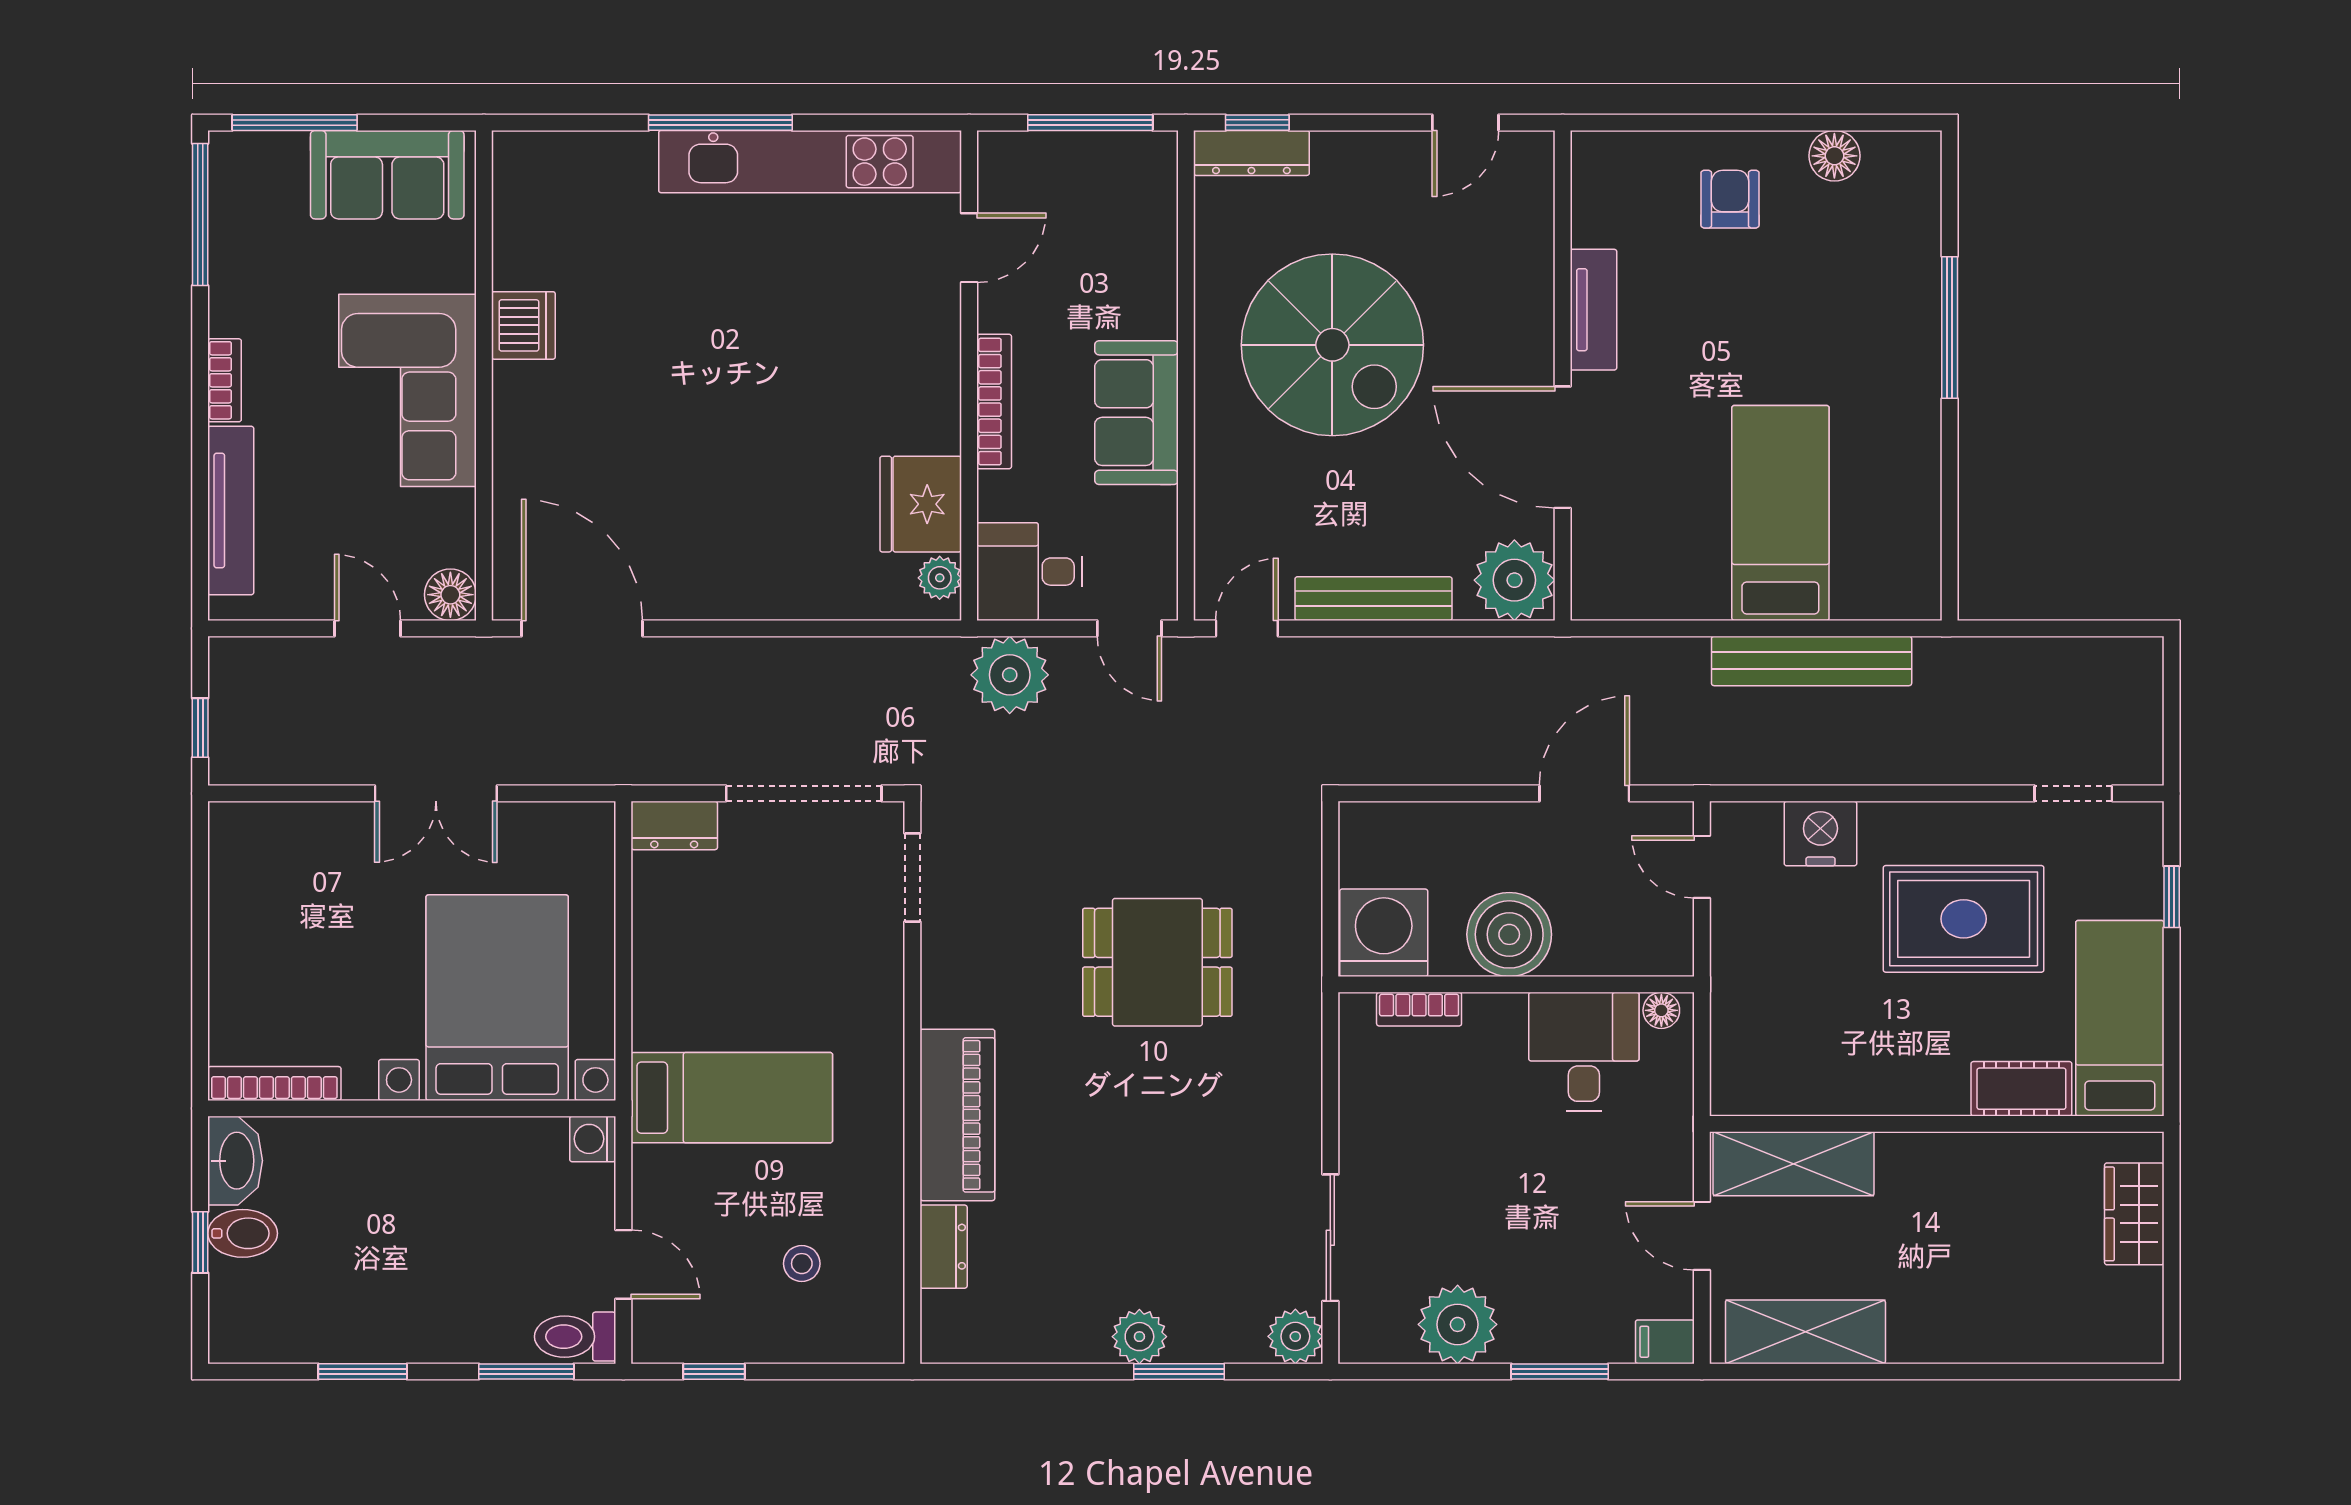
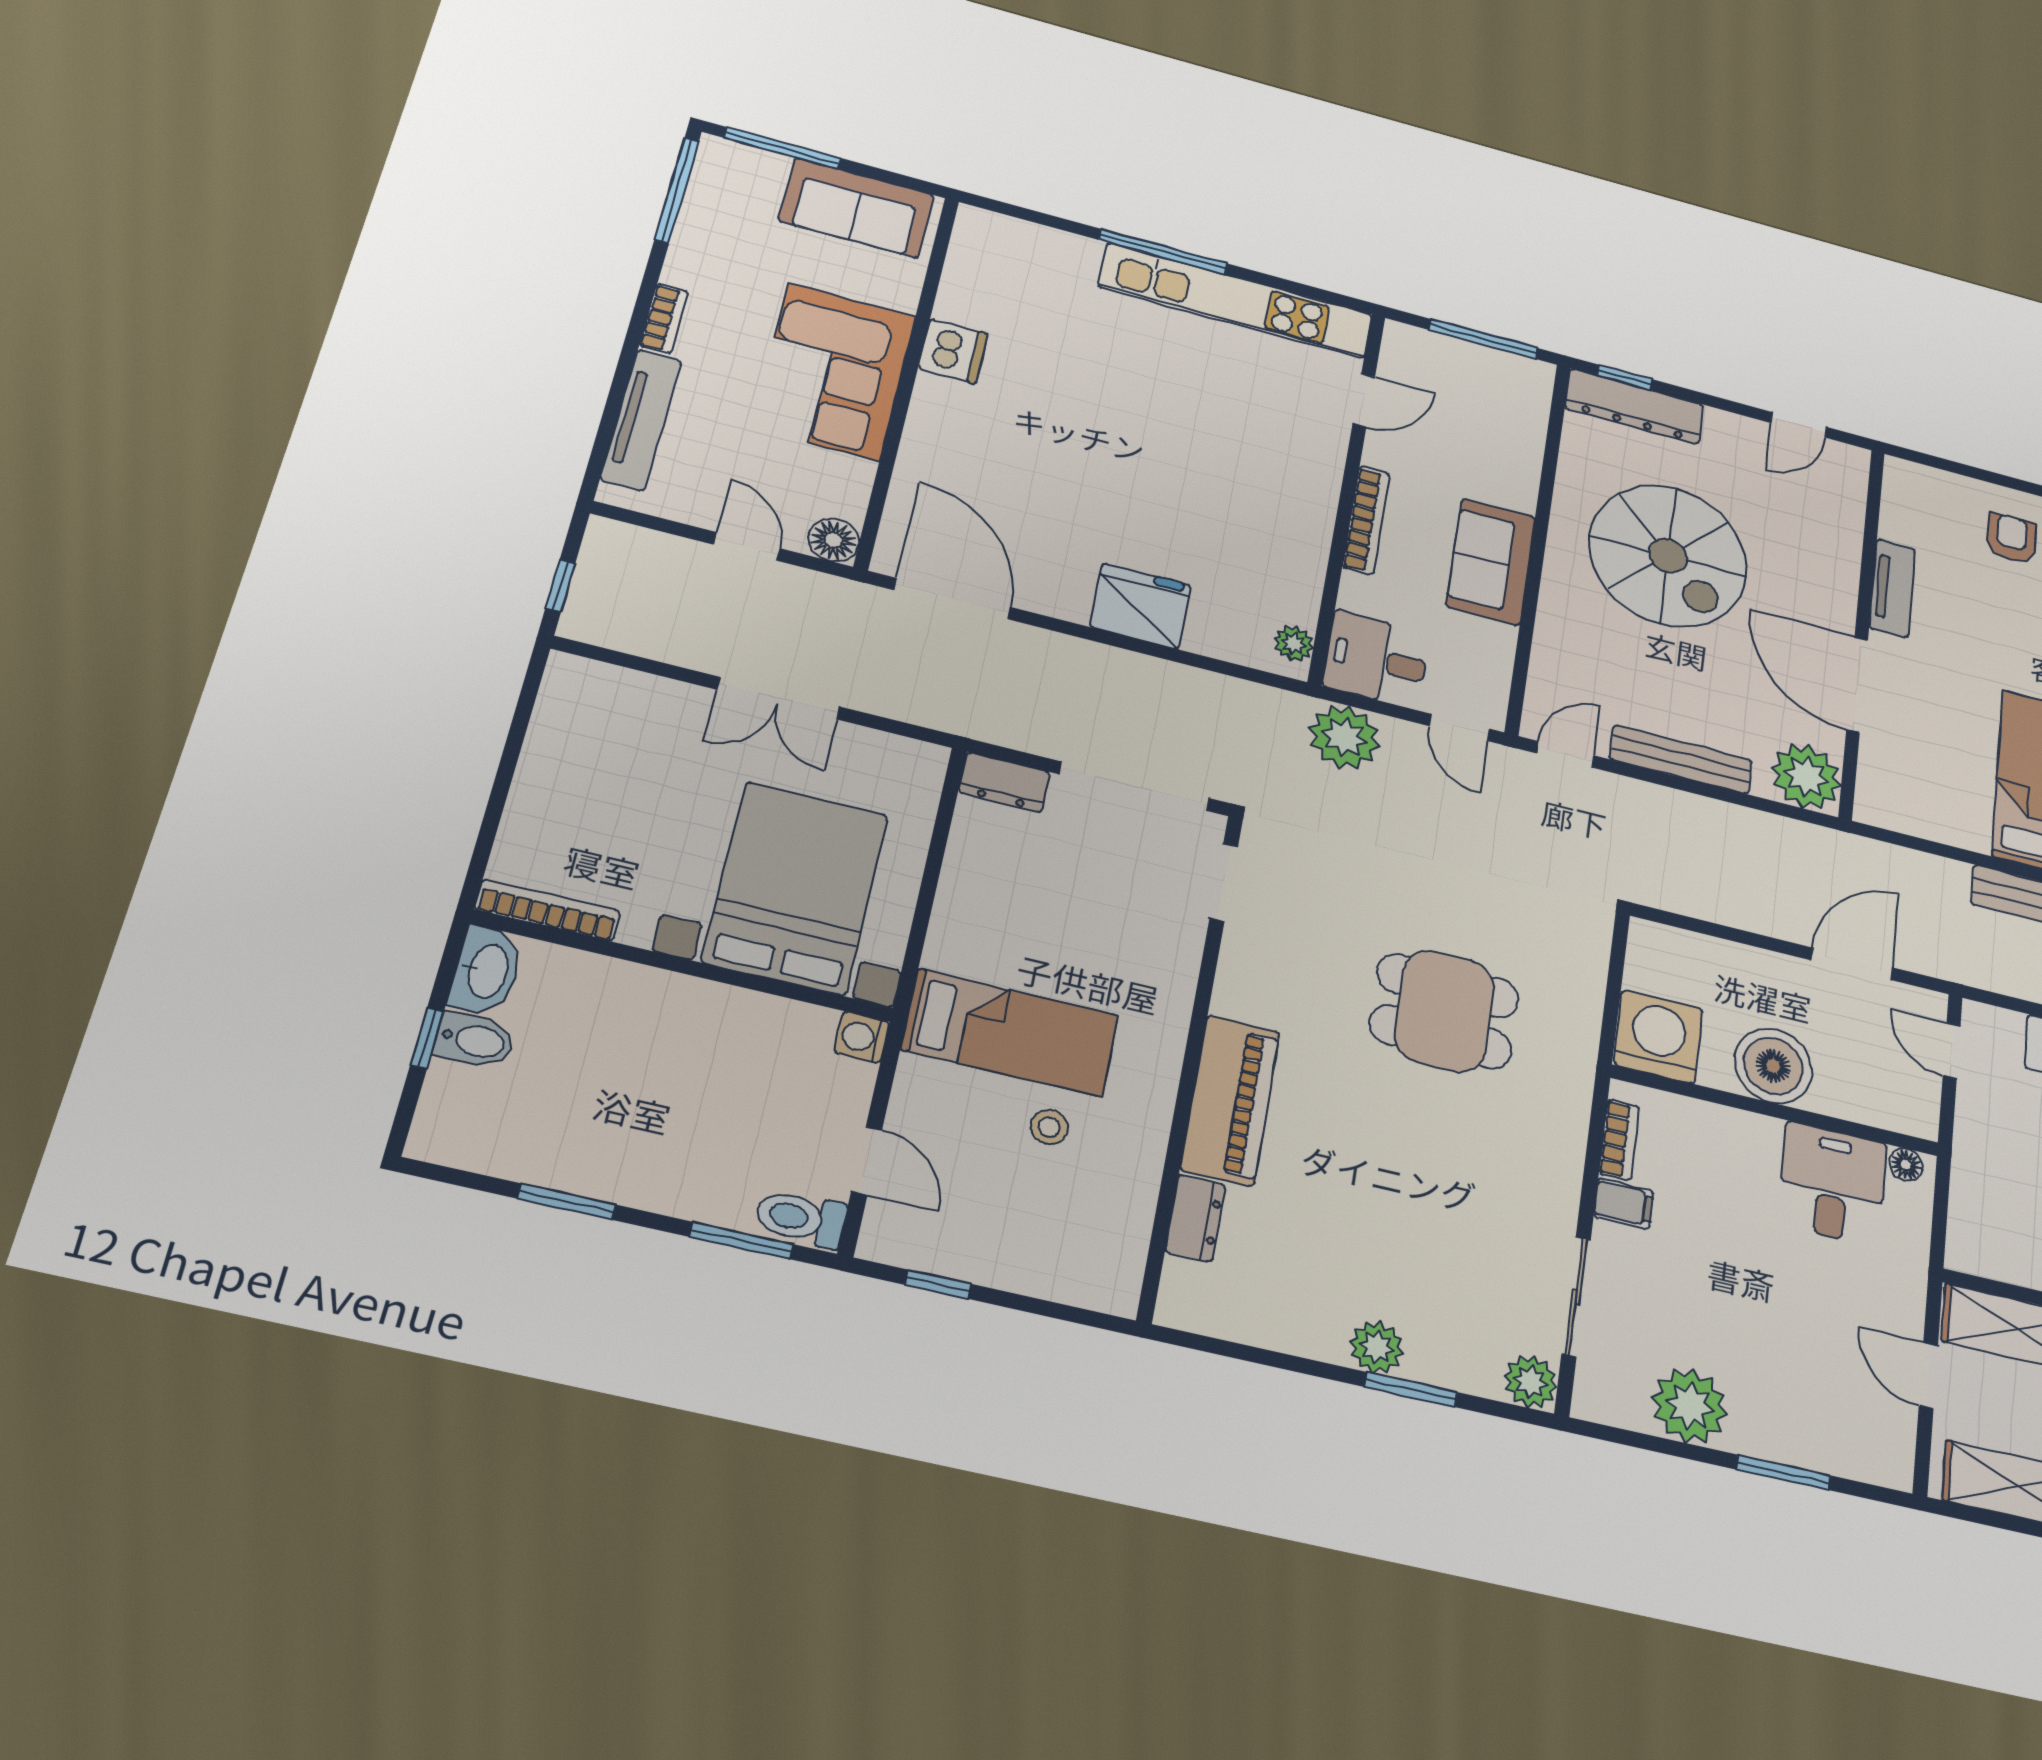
dresser: (1251, 153) -> (1634, 406), width x1.37, depth x1.24
fridge: (921, 504) -> (1141, 606), moved, turned 90
bookcase: (1419, 1009) -> (1619, 1140), moved, turned -90
stool: (802, 1264) -> (1049, 1127), moved
filing cabinet: (1665, 1342) -> (1624, 1204), moved, turned 180

